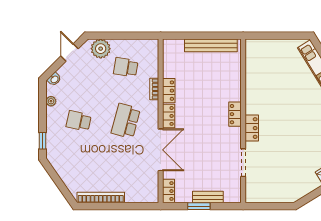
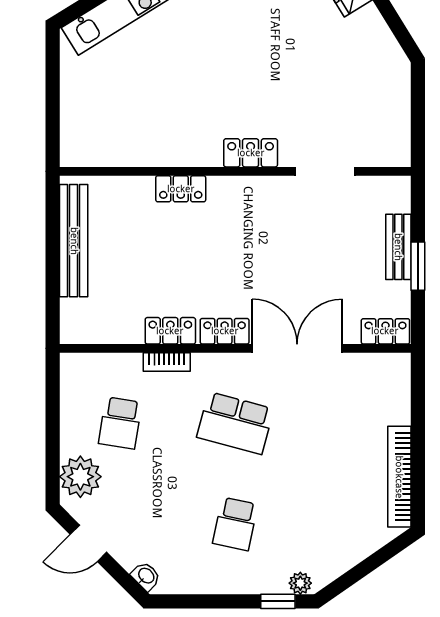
plant: (51, 101) -> (300, 583), moved
locker: (235, 114) -> (181, 189), moved

